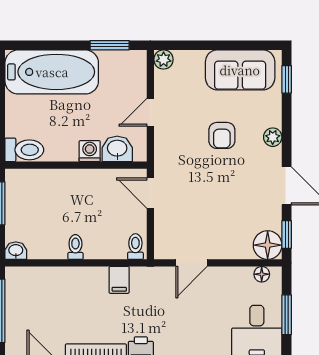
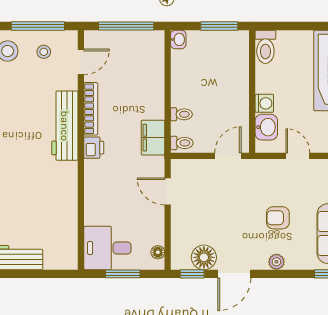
floor lamp: (268, 245) -> (204, 257), moved
toilet: (75, 247) -> (181, 114), moved
filing cabinet: (119, 280) -> (153, 138), width x2.00

